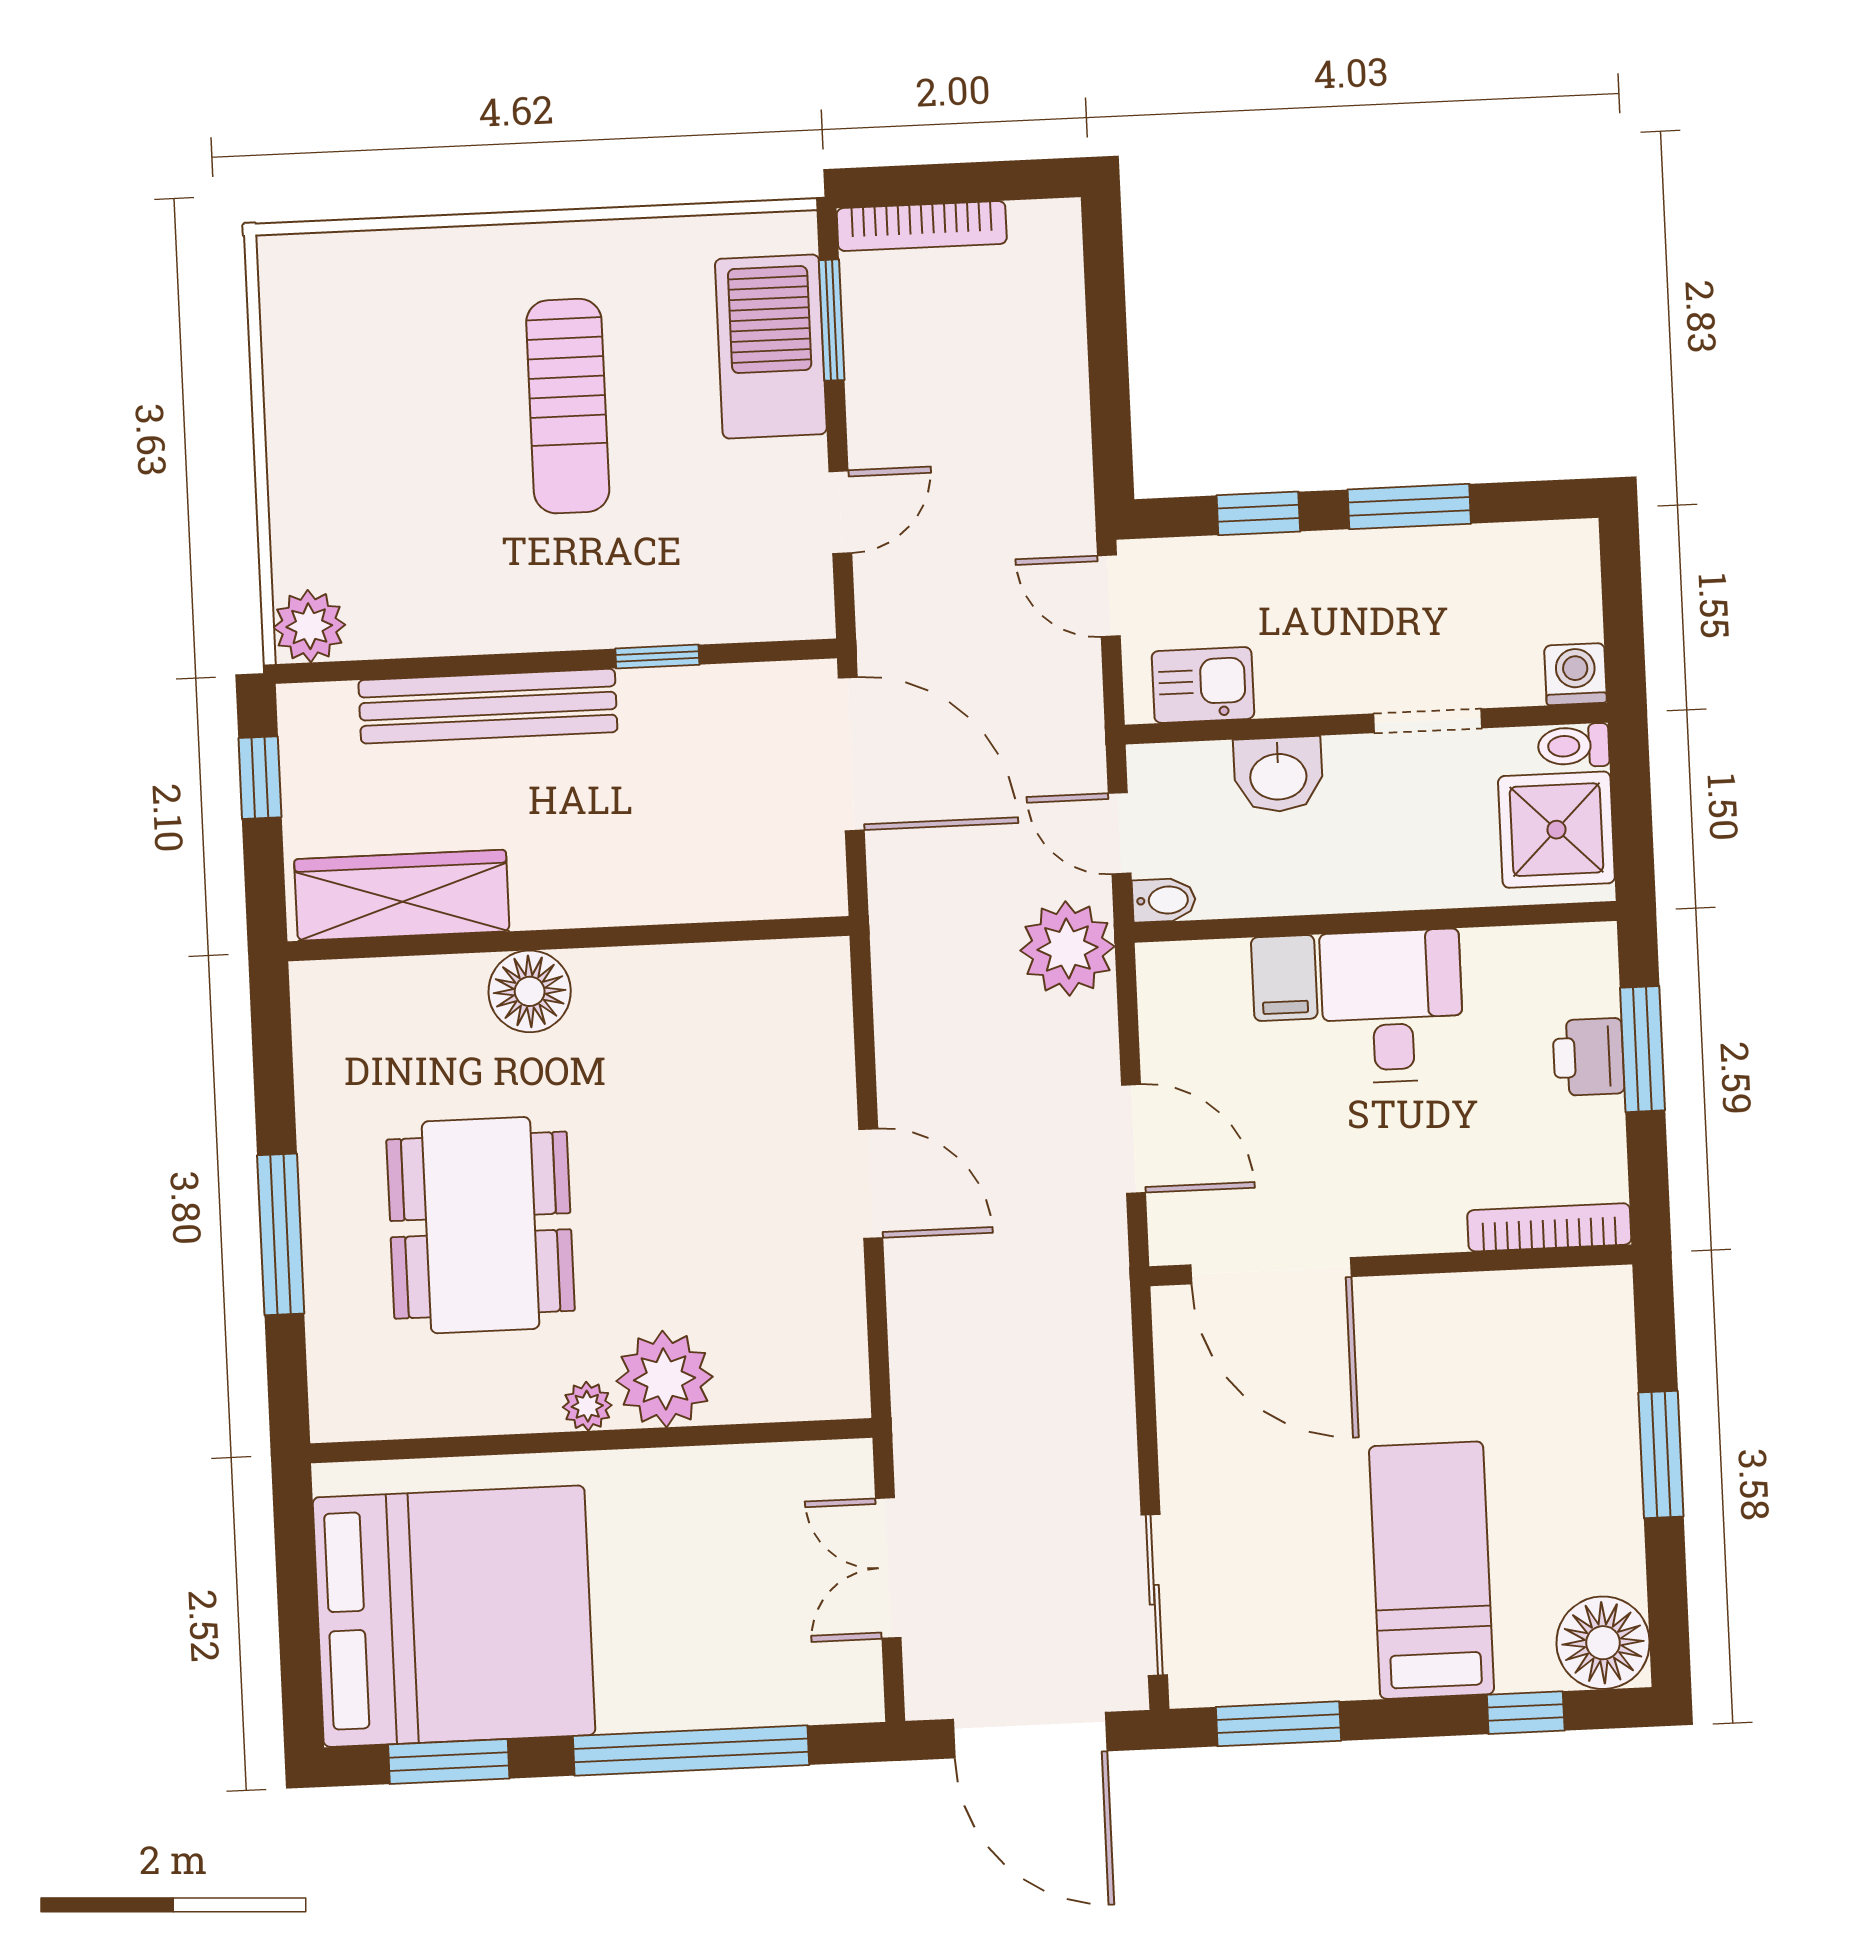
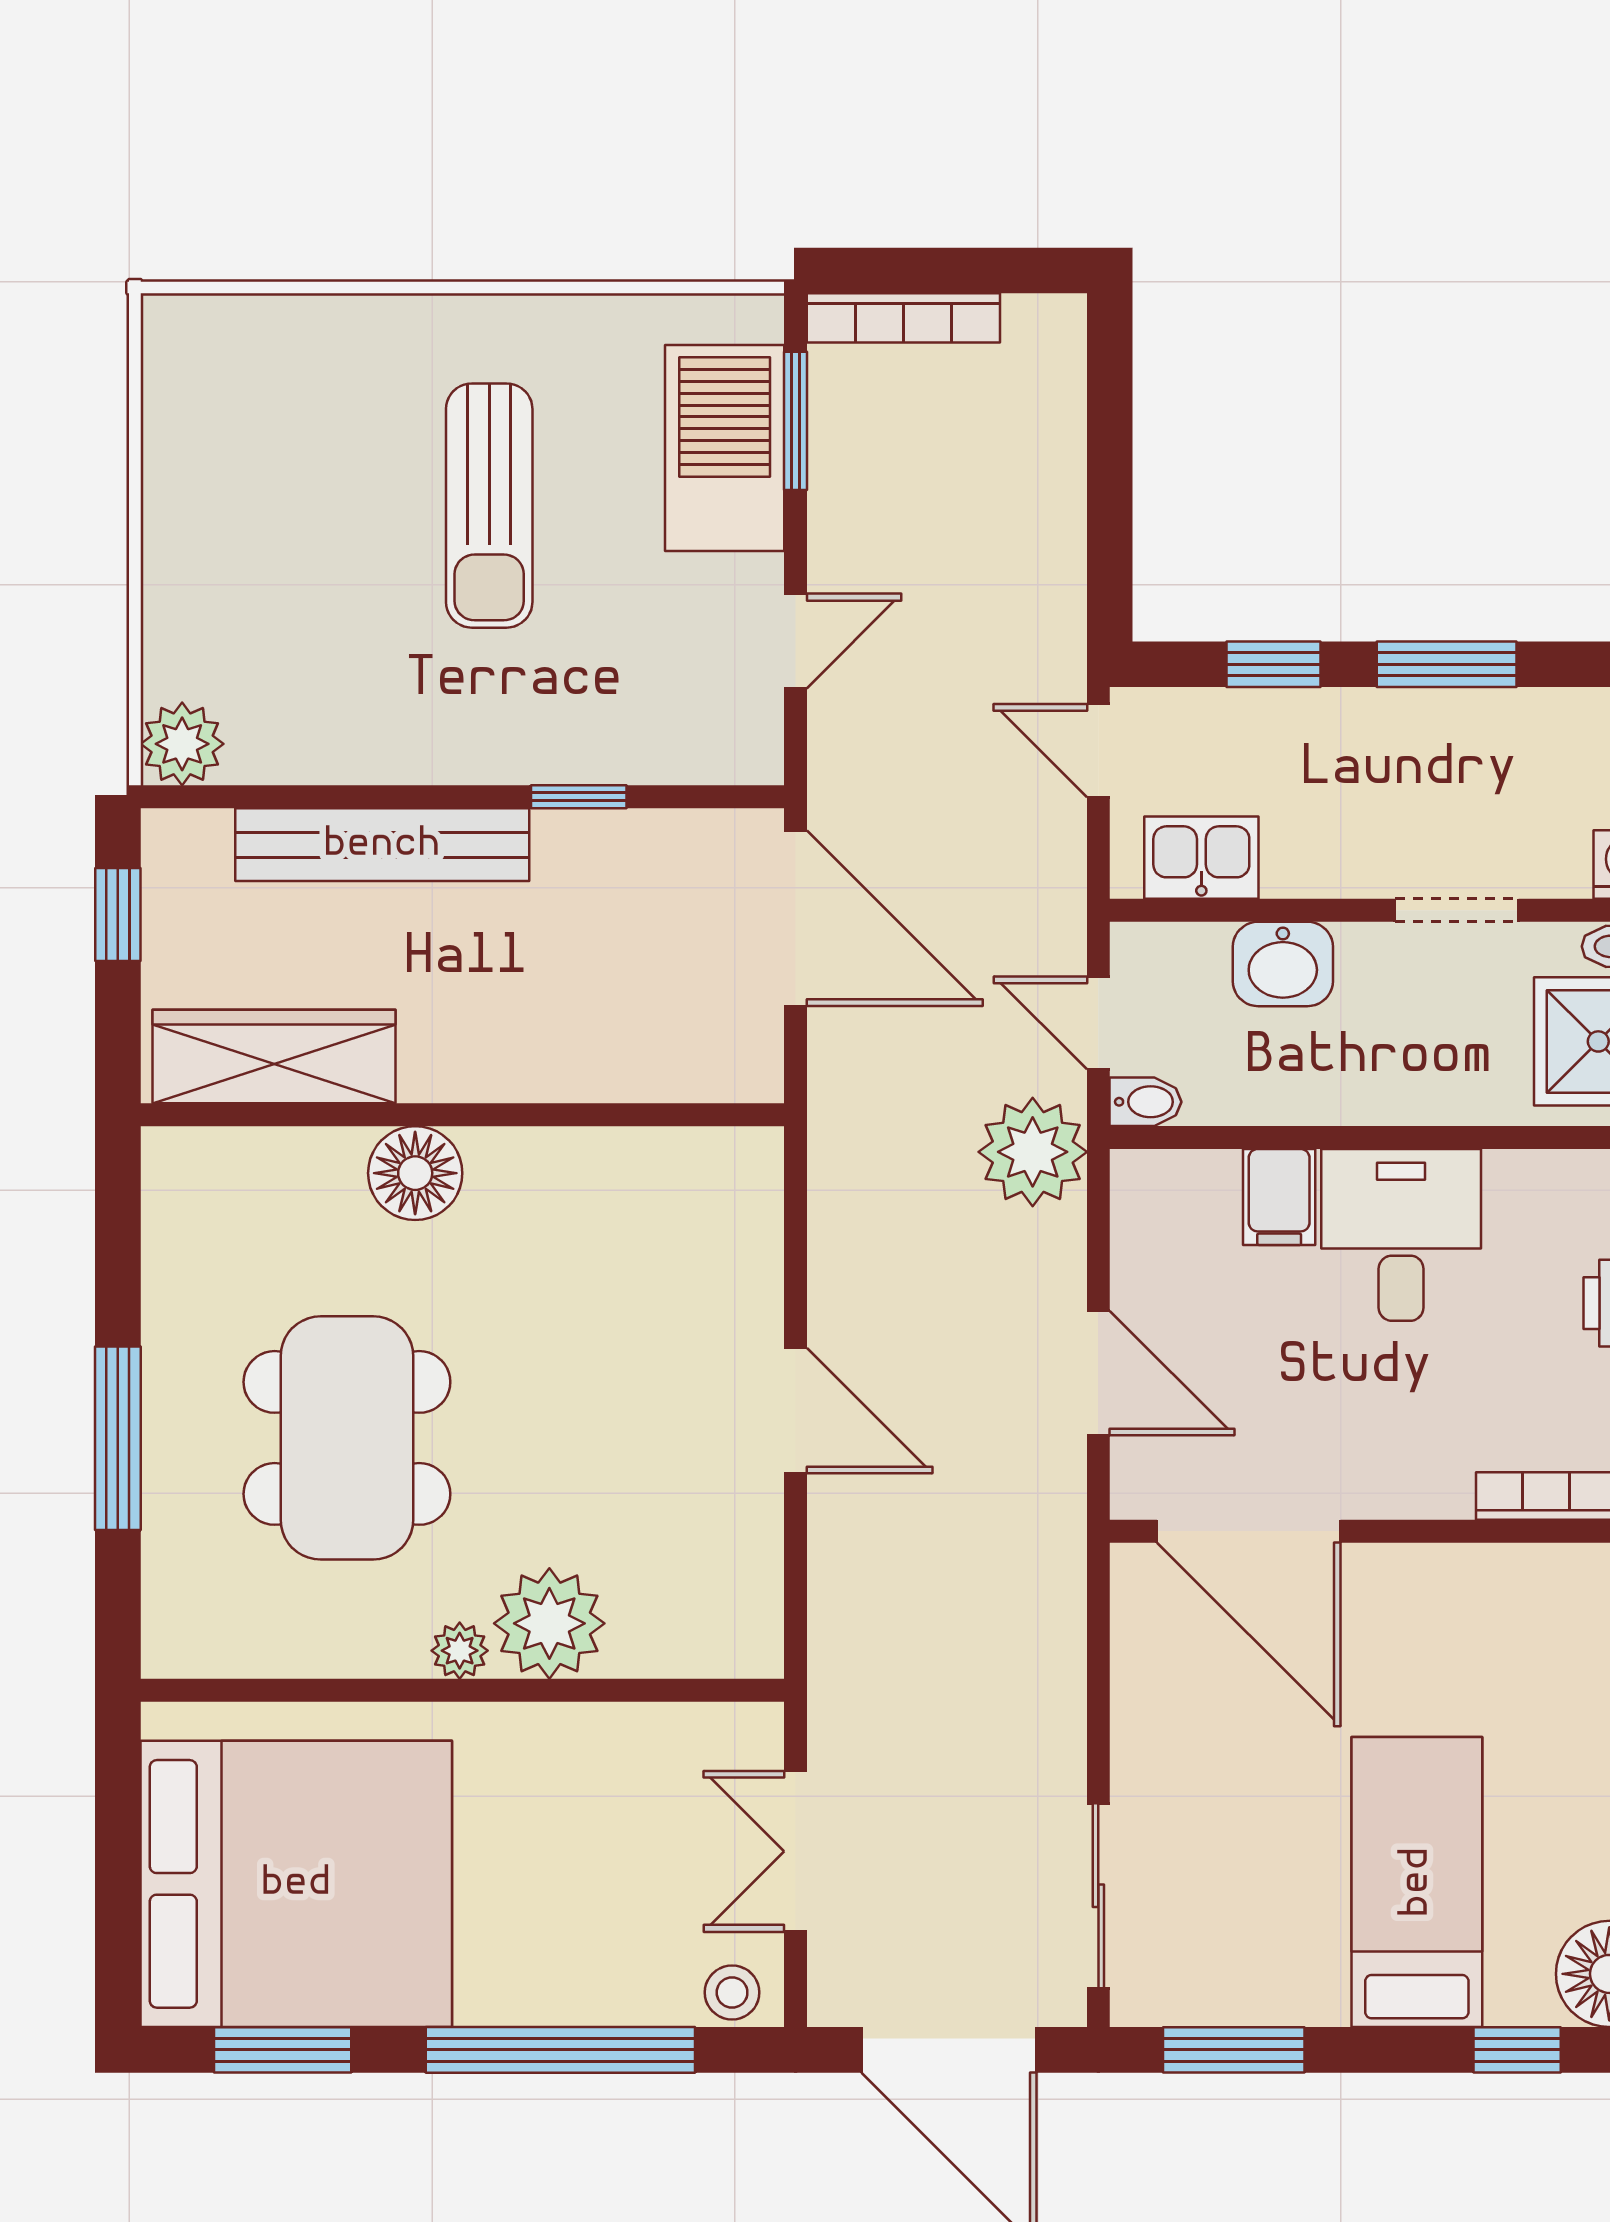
stool: (838, 1694) -> (732, 1992), added

